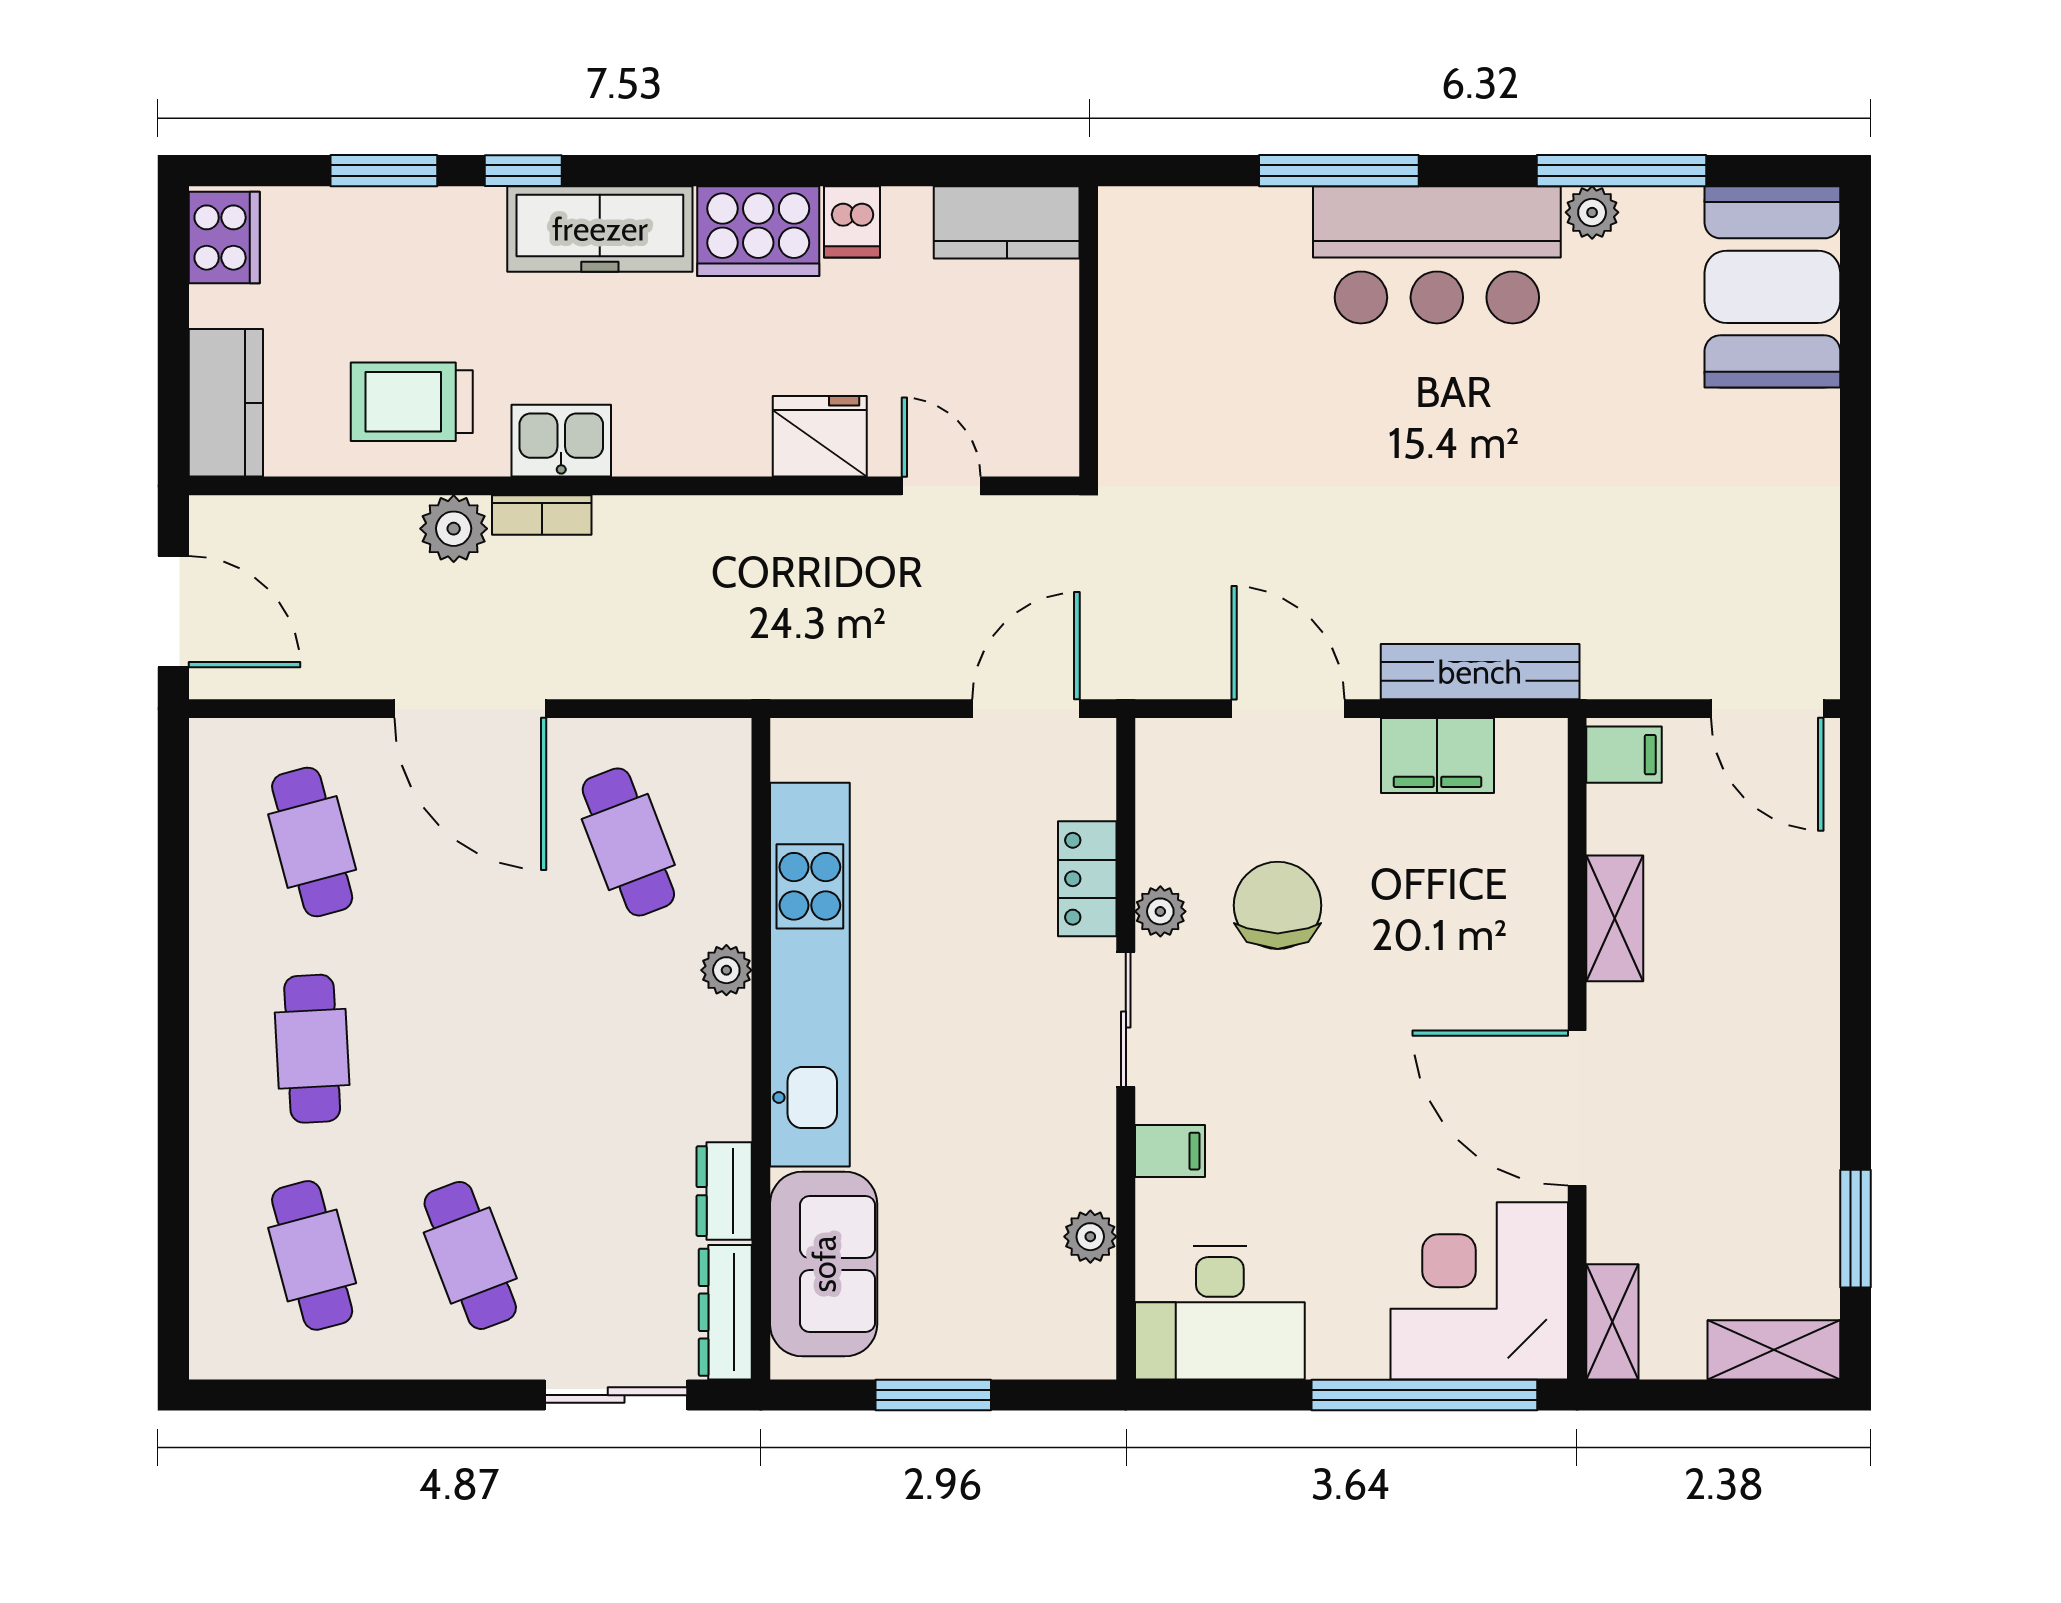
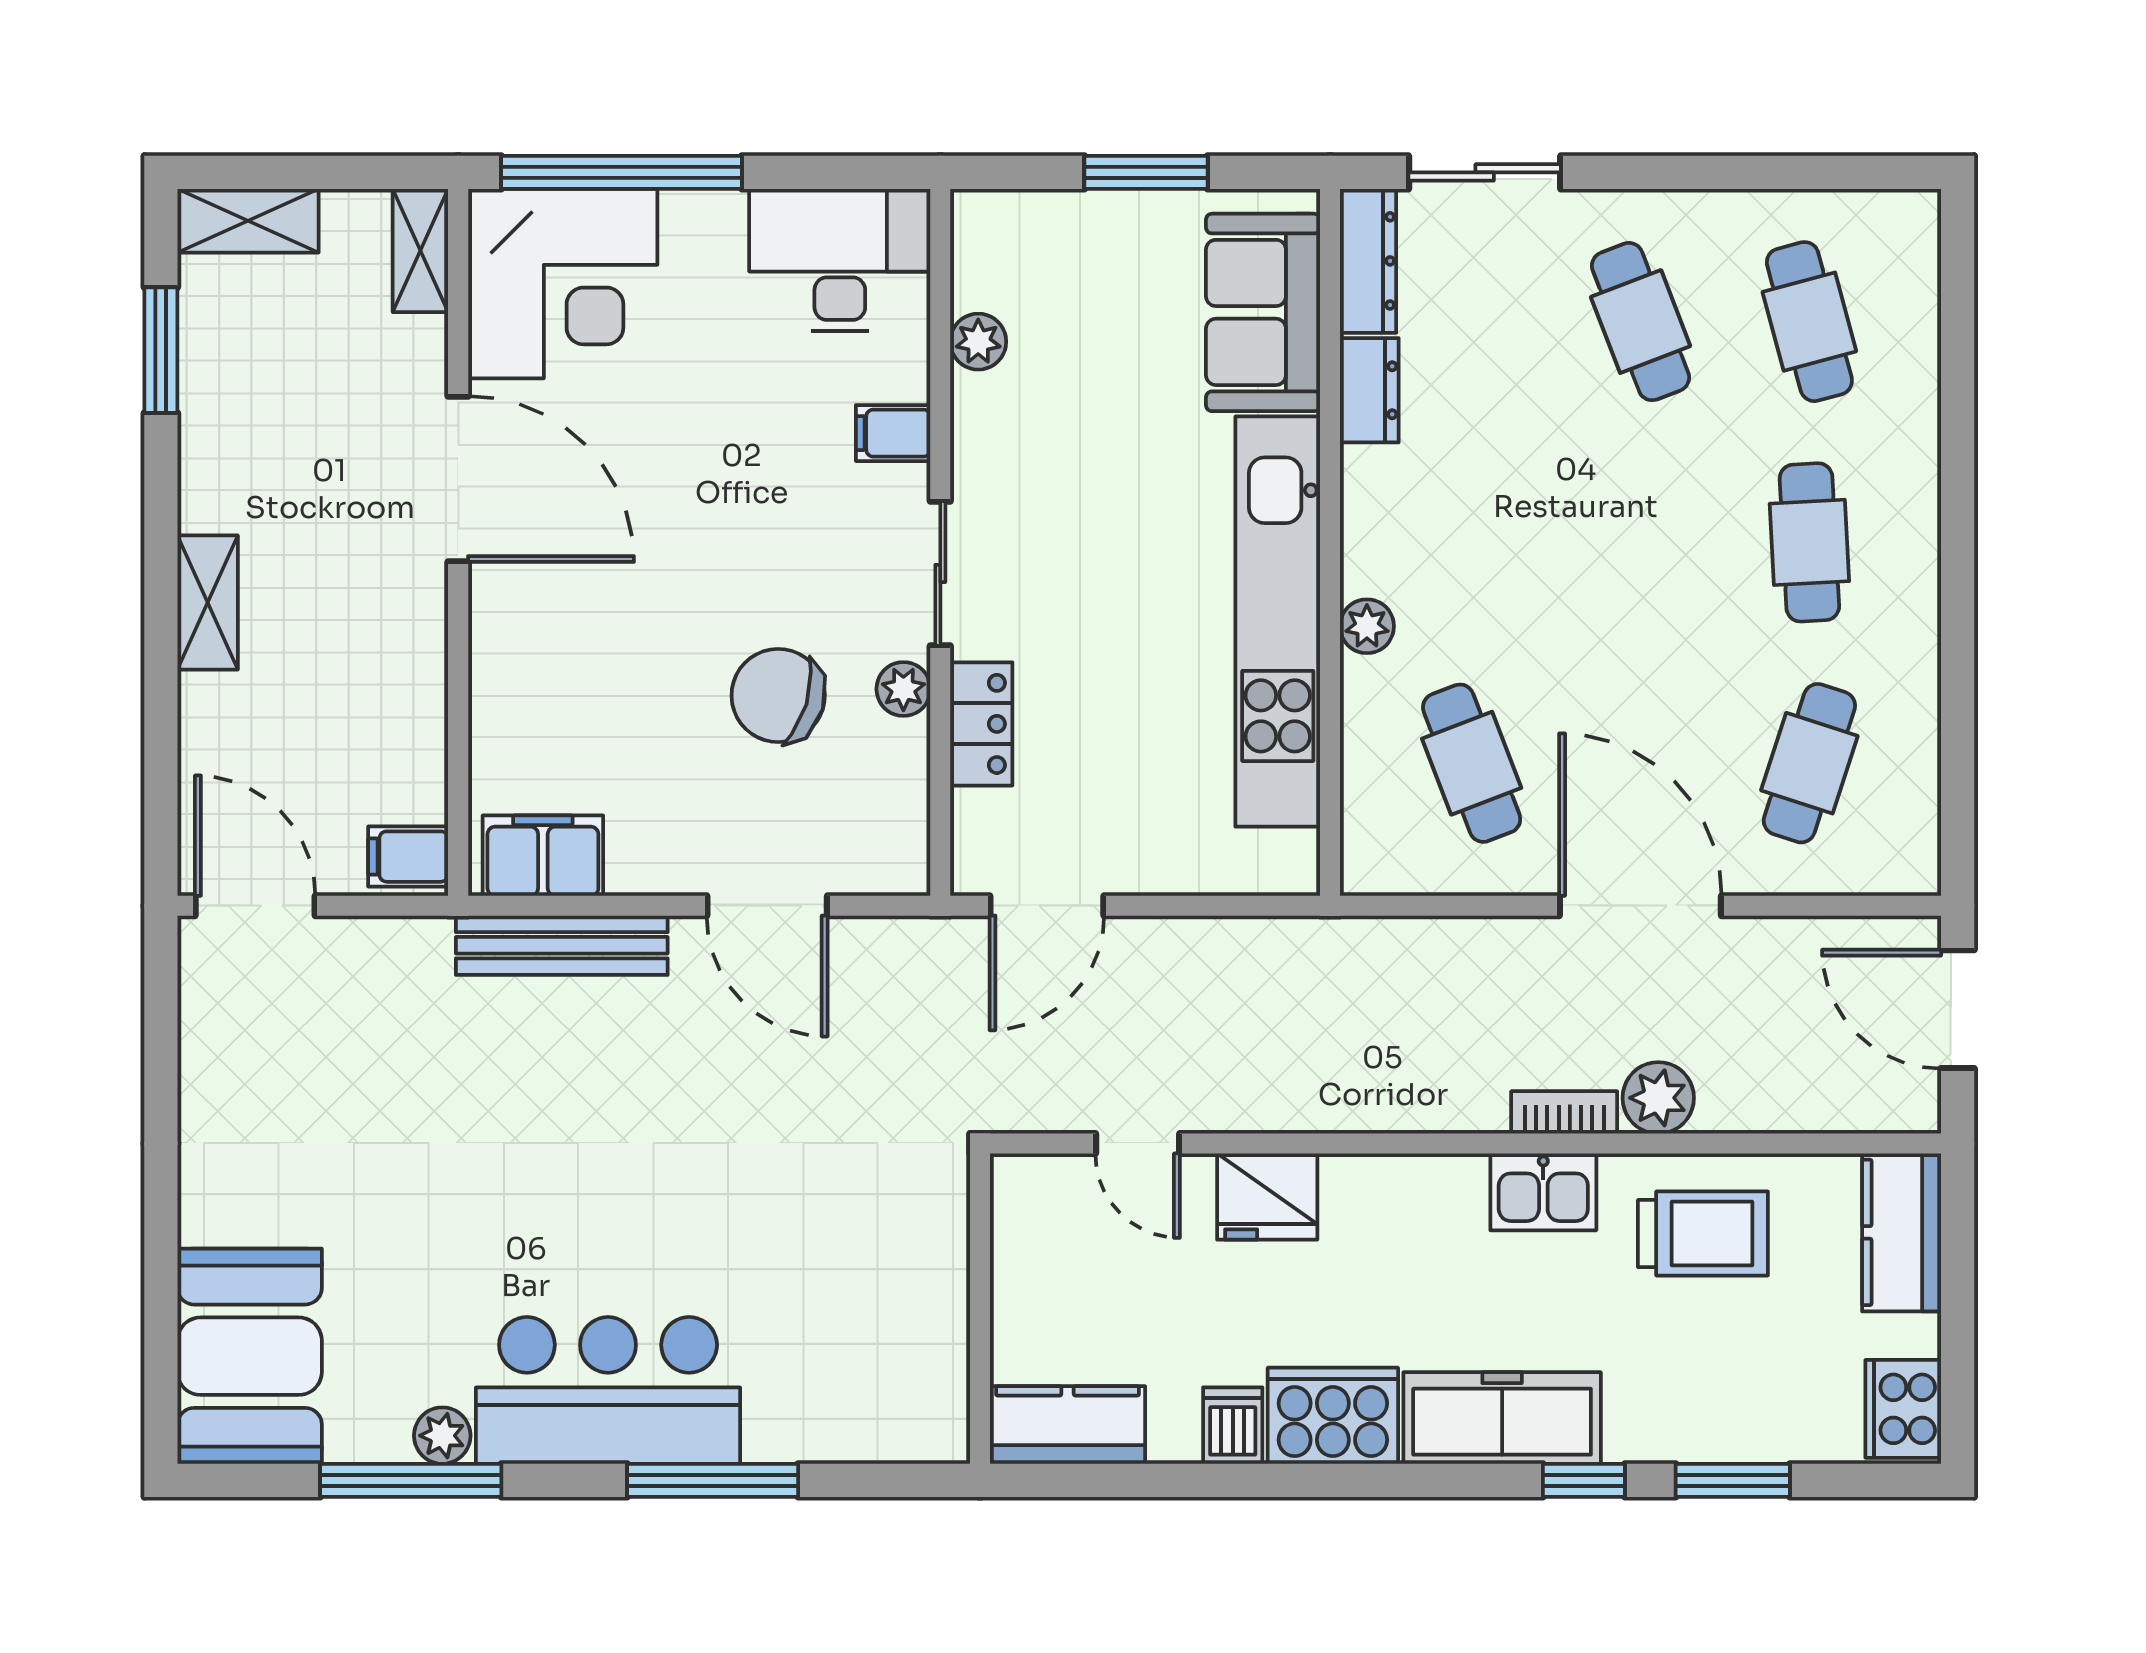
filing cabinet: (1437, 755) -> (543, 856), moved
cafe table: (312, 842) -> (1809, 763), turned 33
chair: (1278, 905) -> (778, 695), turned 107
shelving: (1615, 918) -> (208, 603), moved

